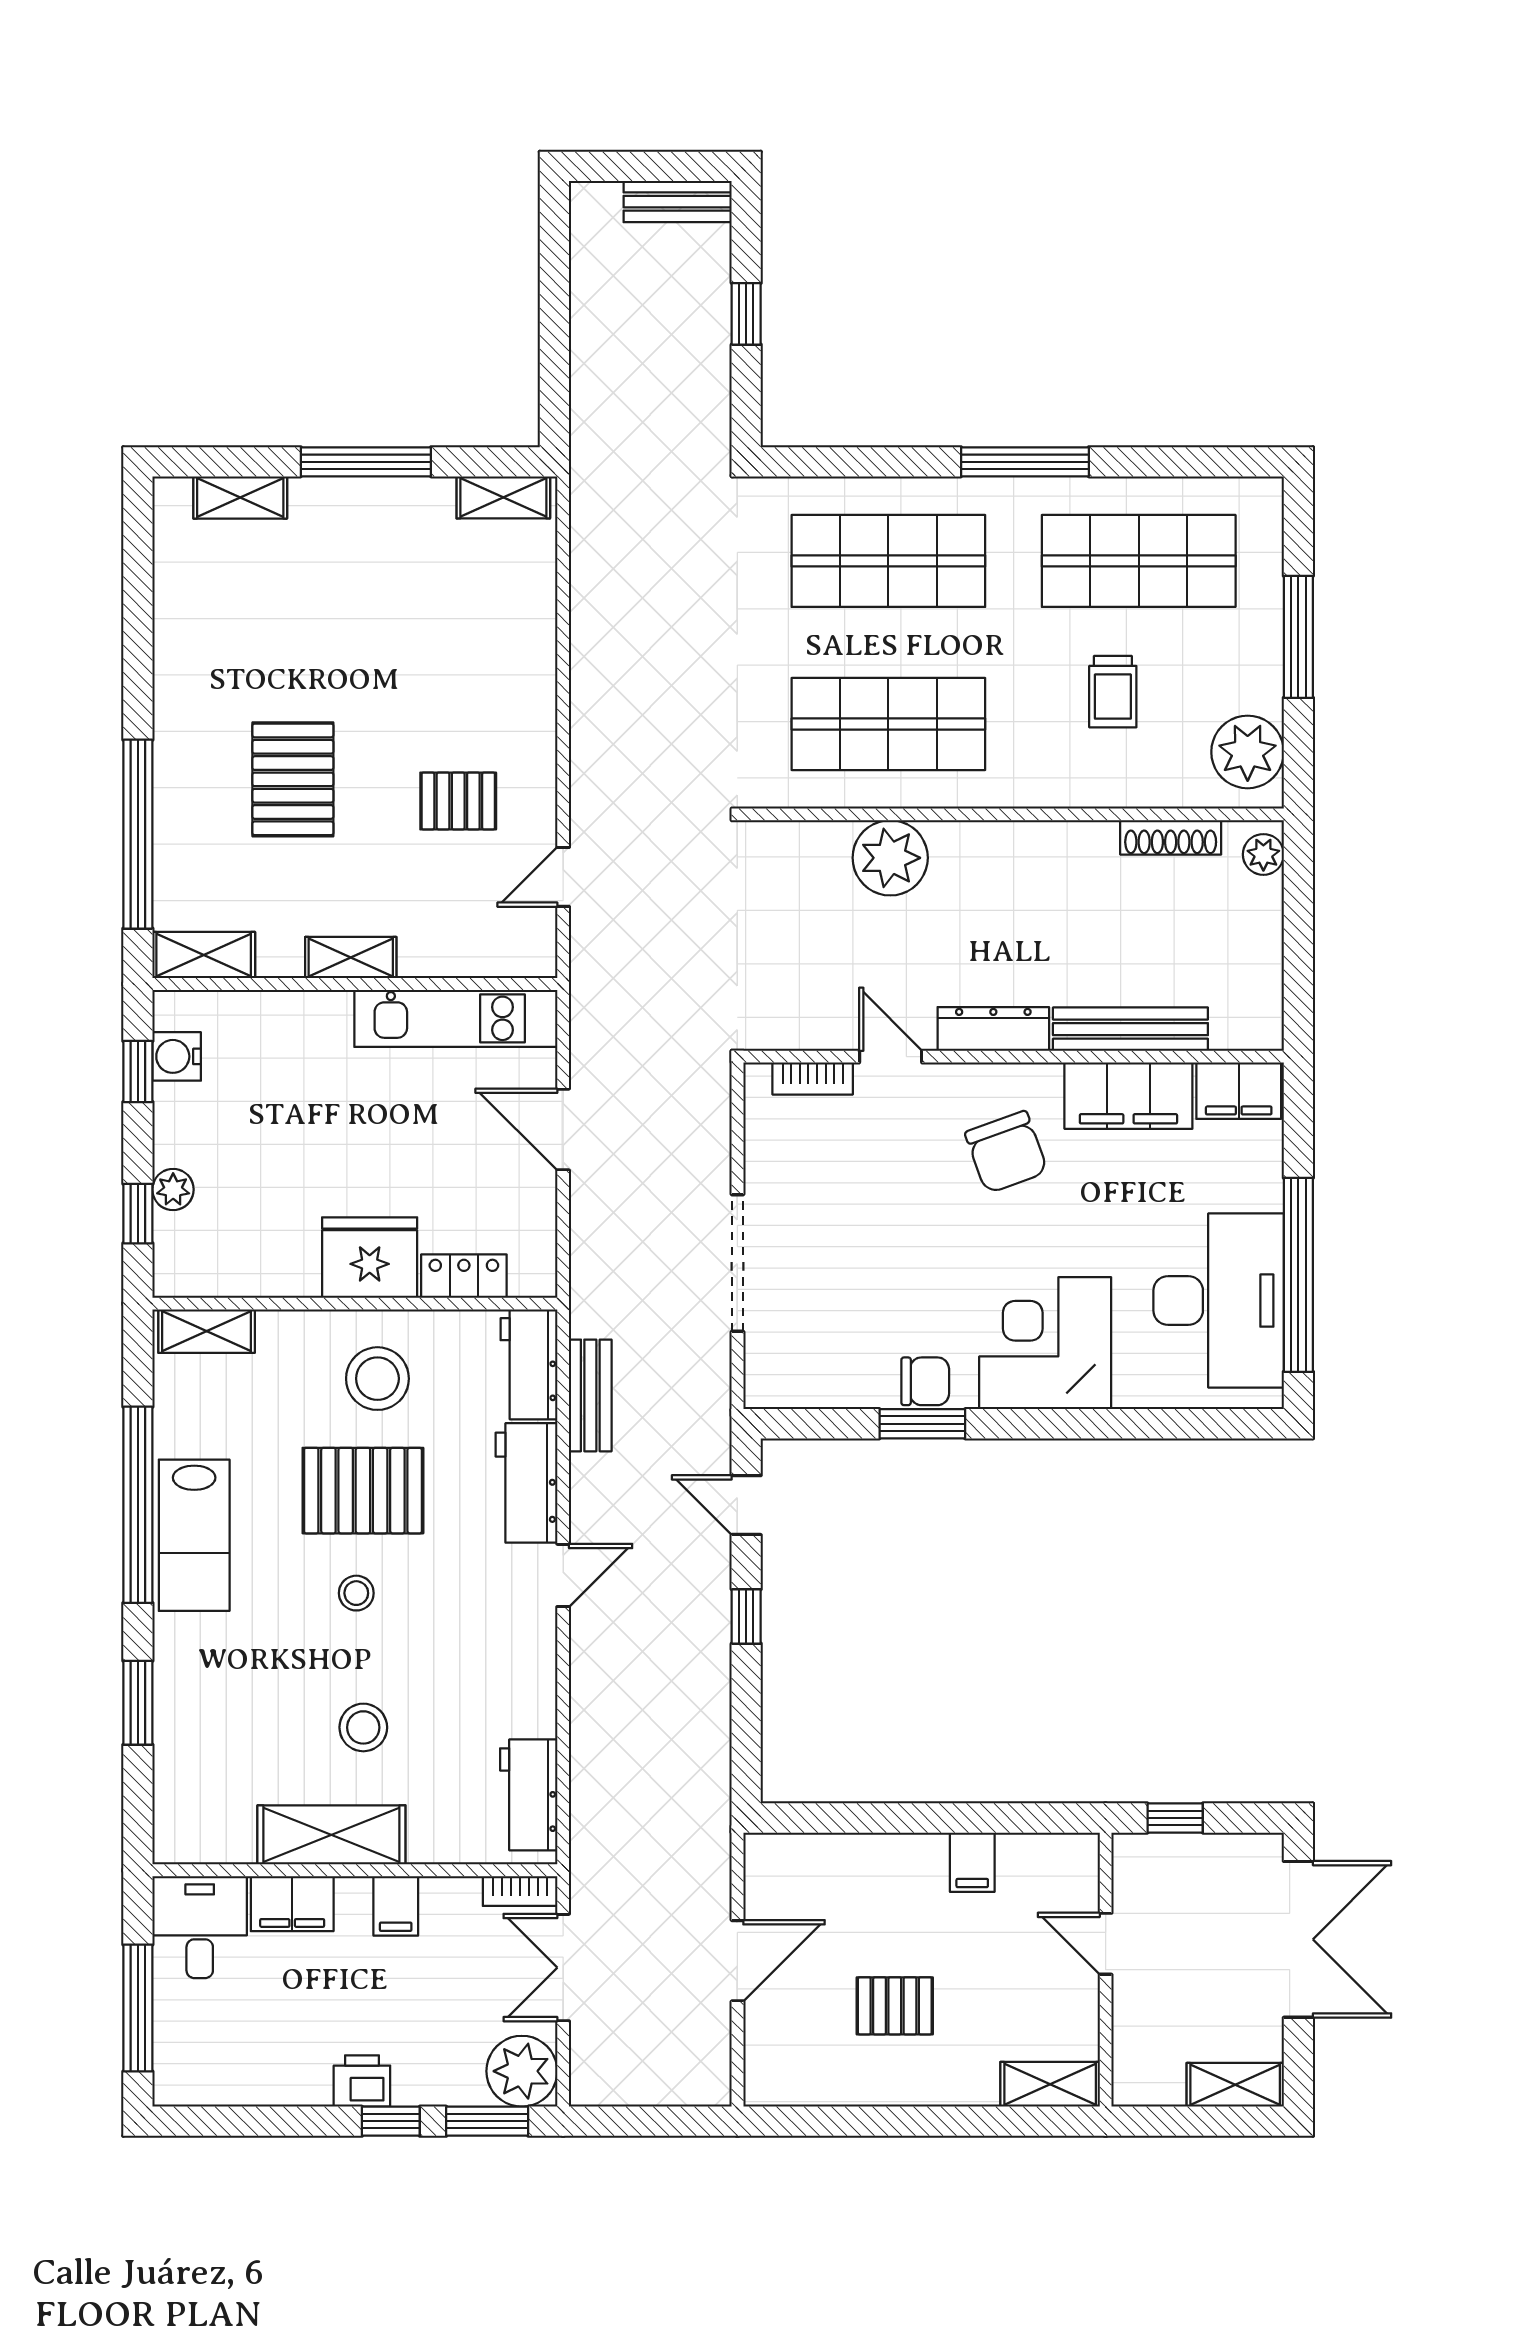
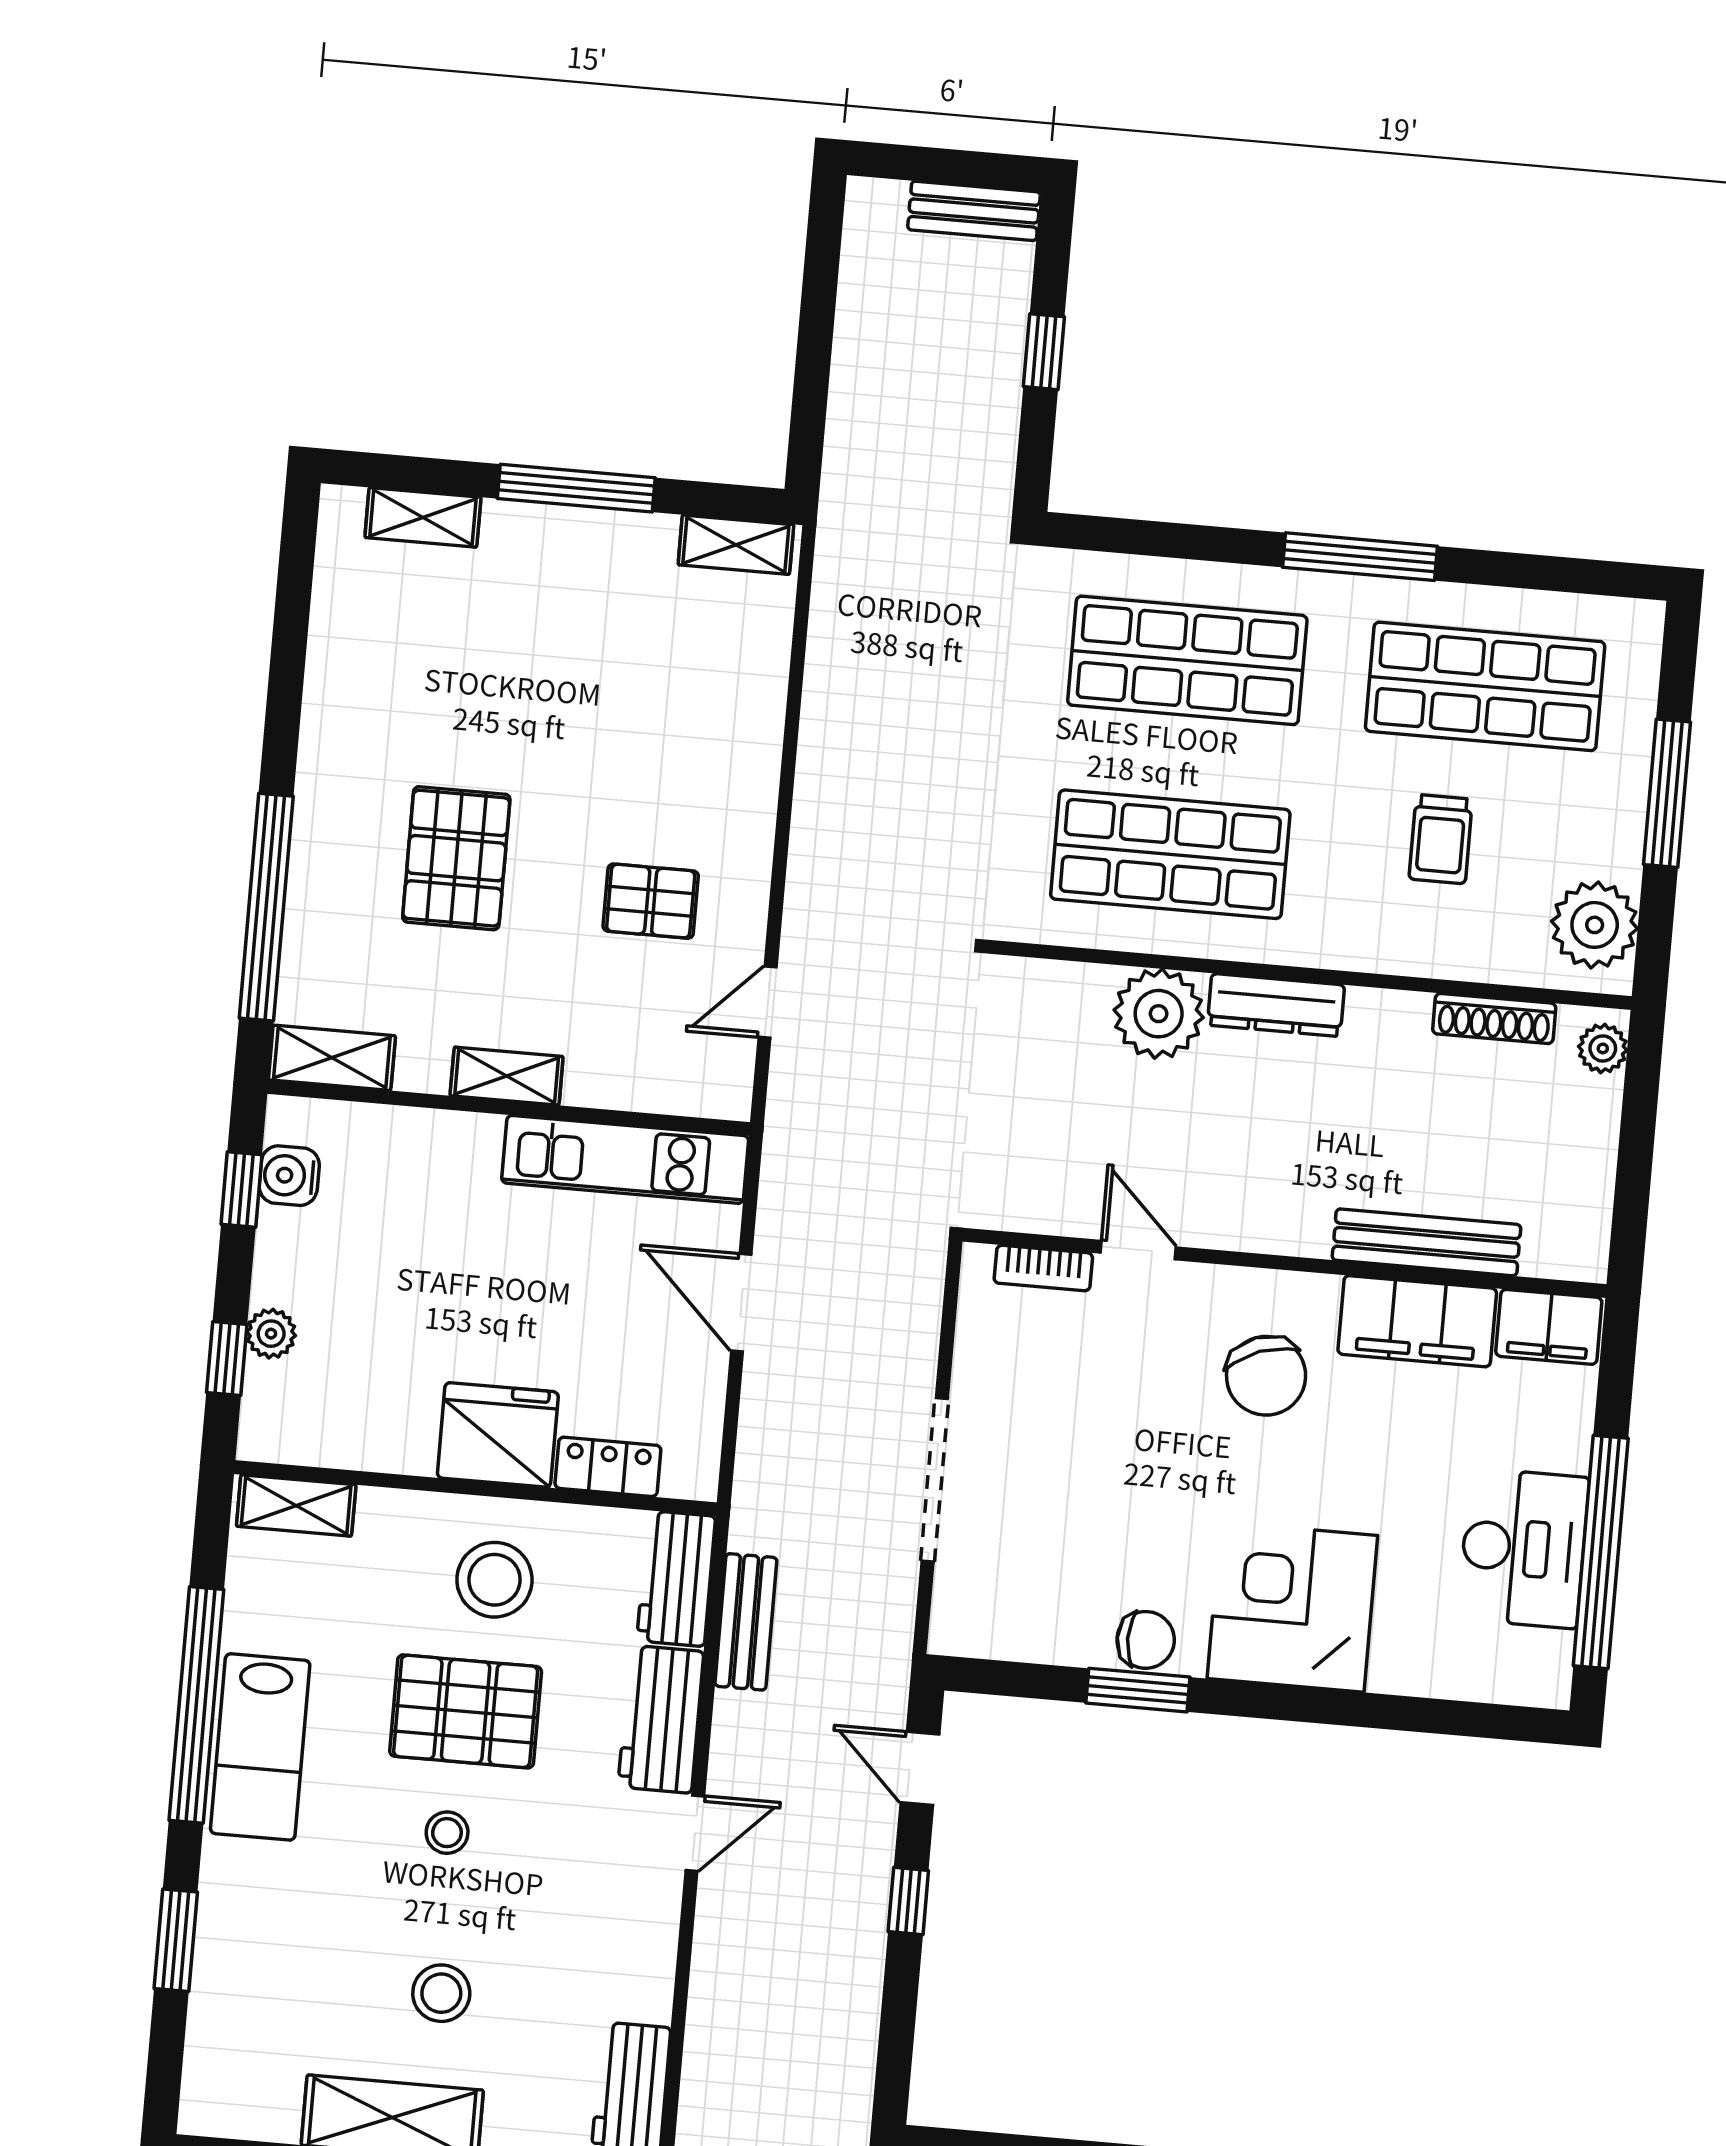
dresser: (993, 1029) -> (1276, 1005), moved, turned 180
desk: (1219, 1301) -> (1523, 1548), width x0.73, depth x0.77

